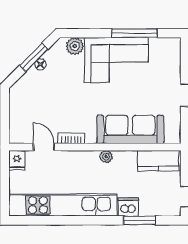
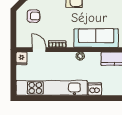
armchair: (35, 96) -> (33, 16), added
window: (140, 220) -> (102, 98), removed

